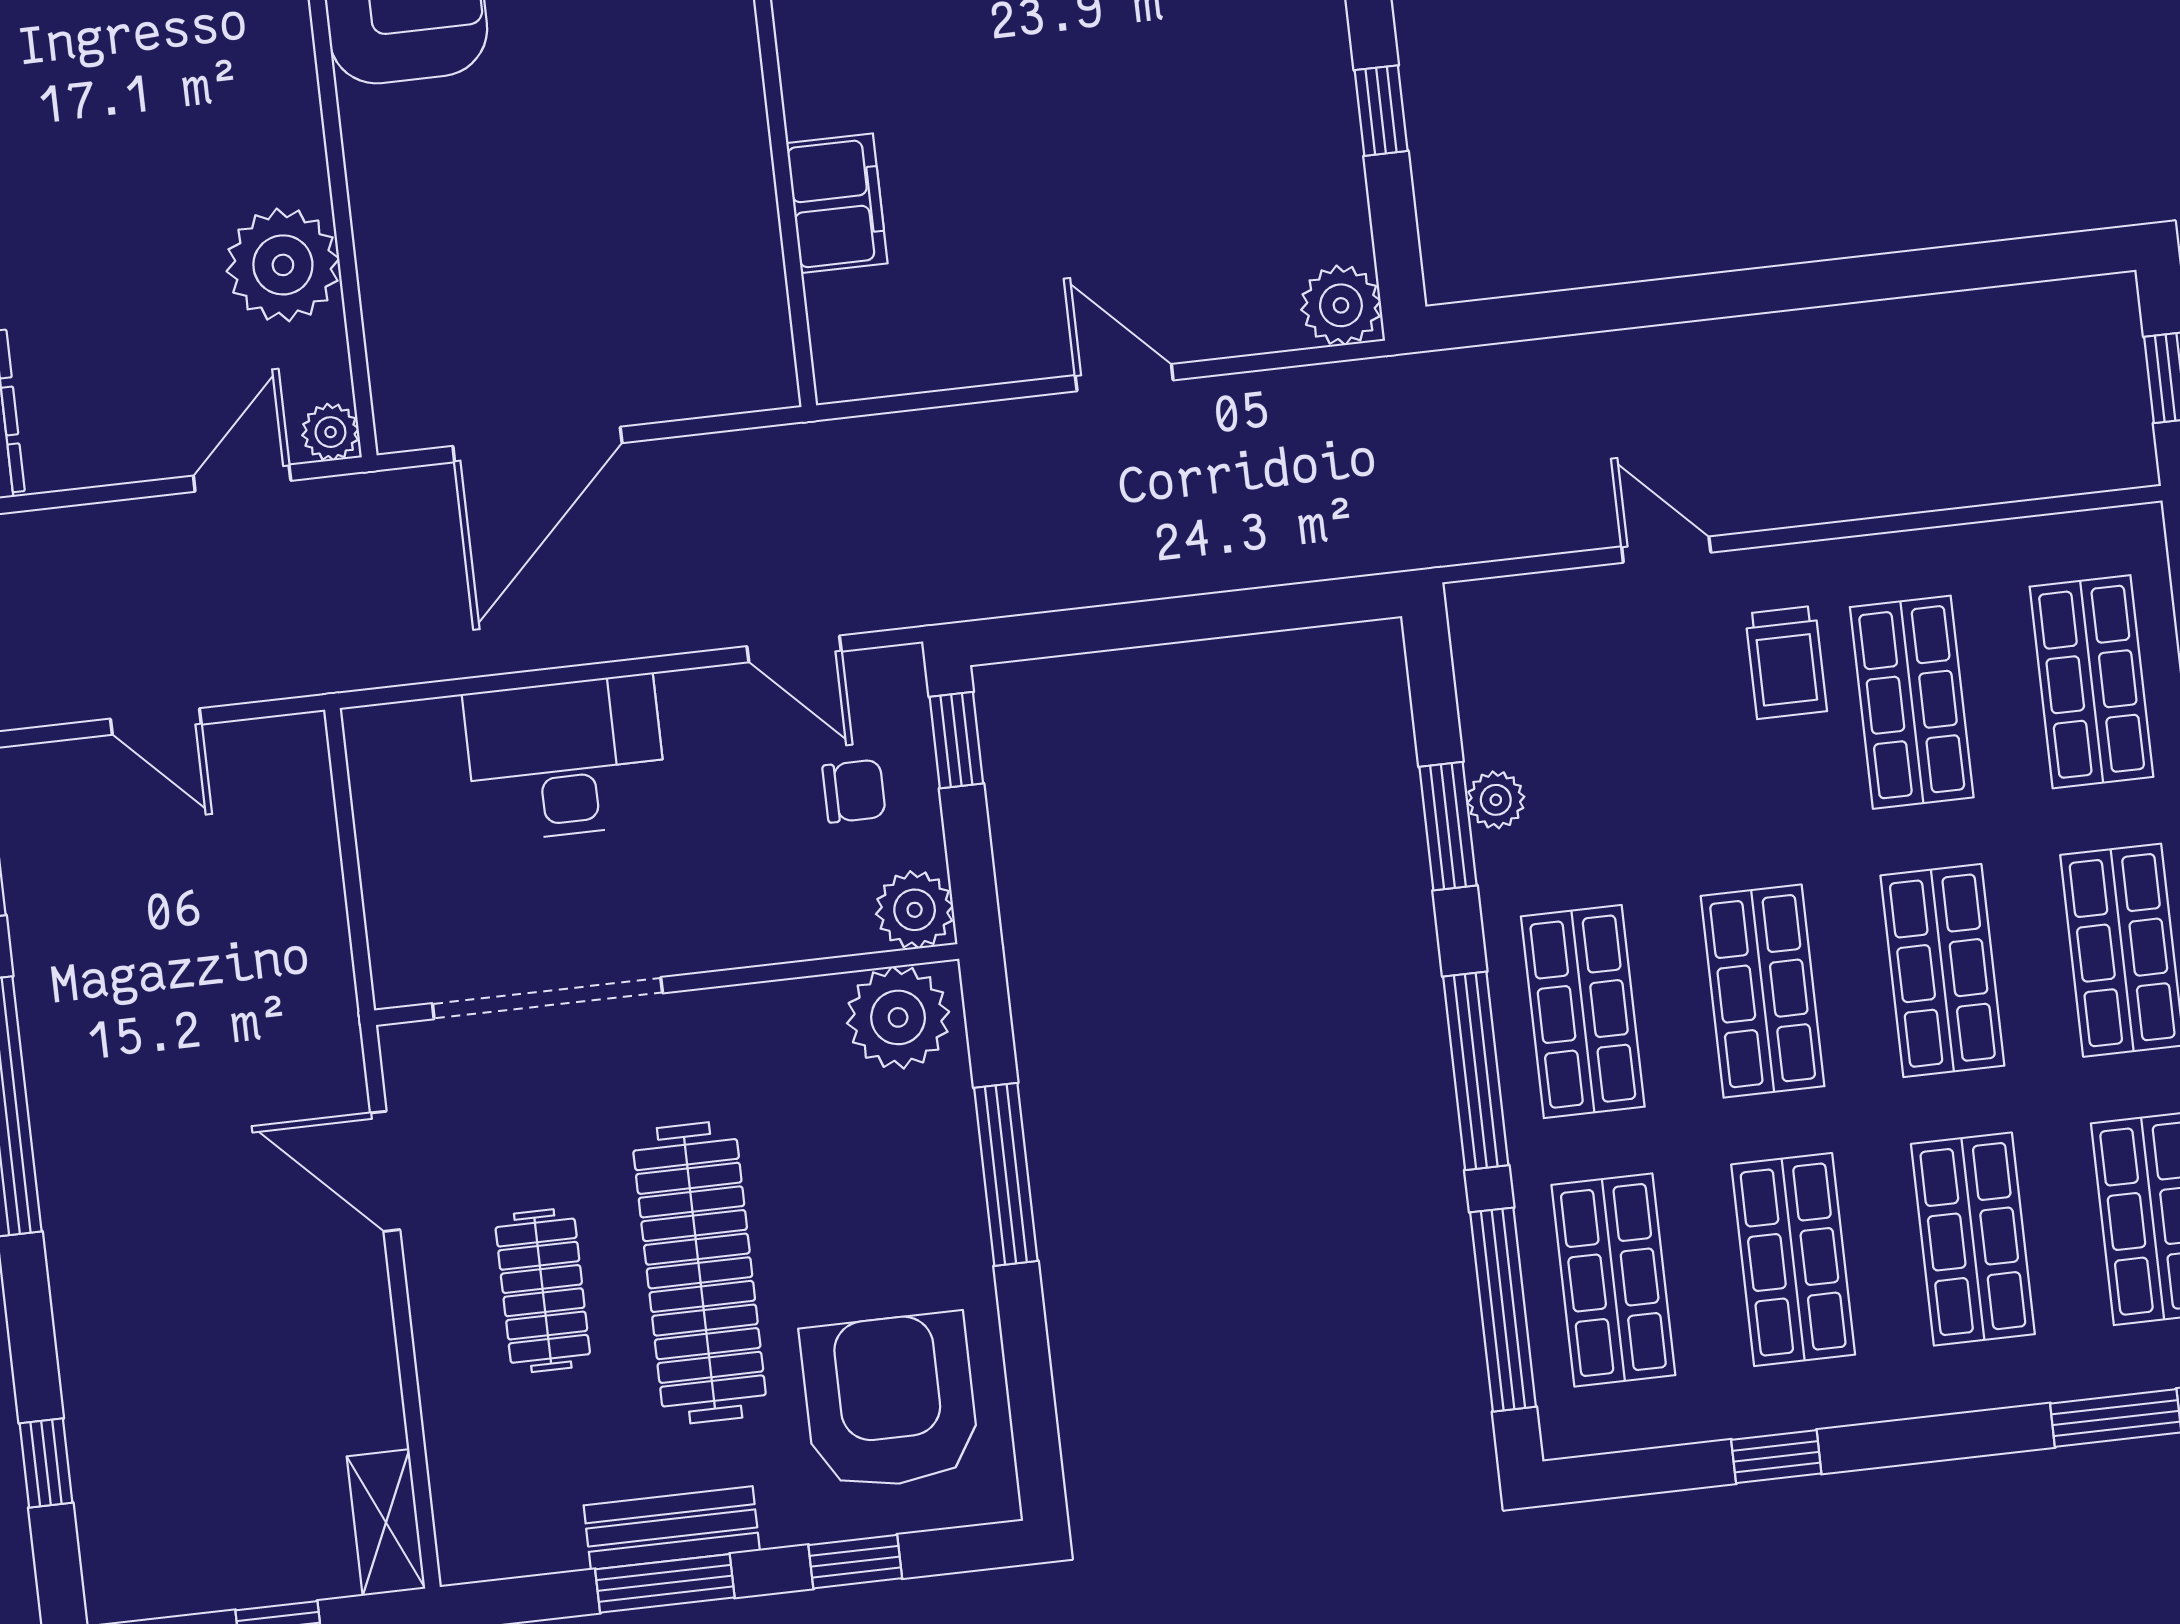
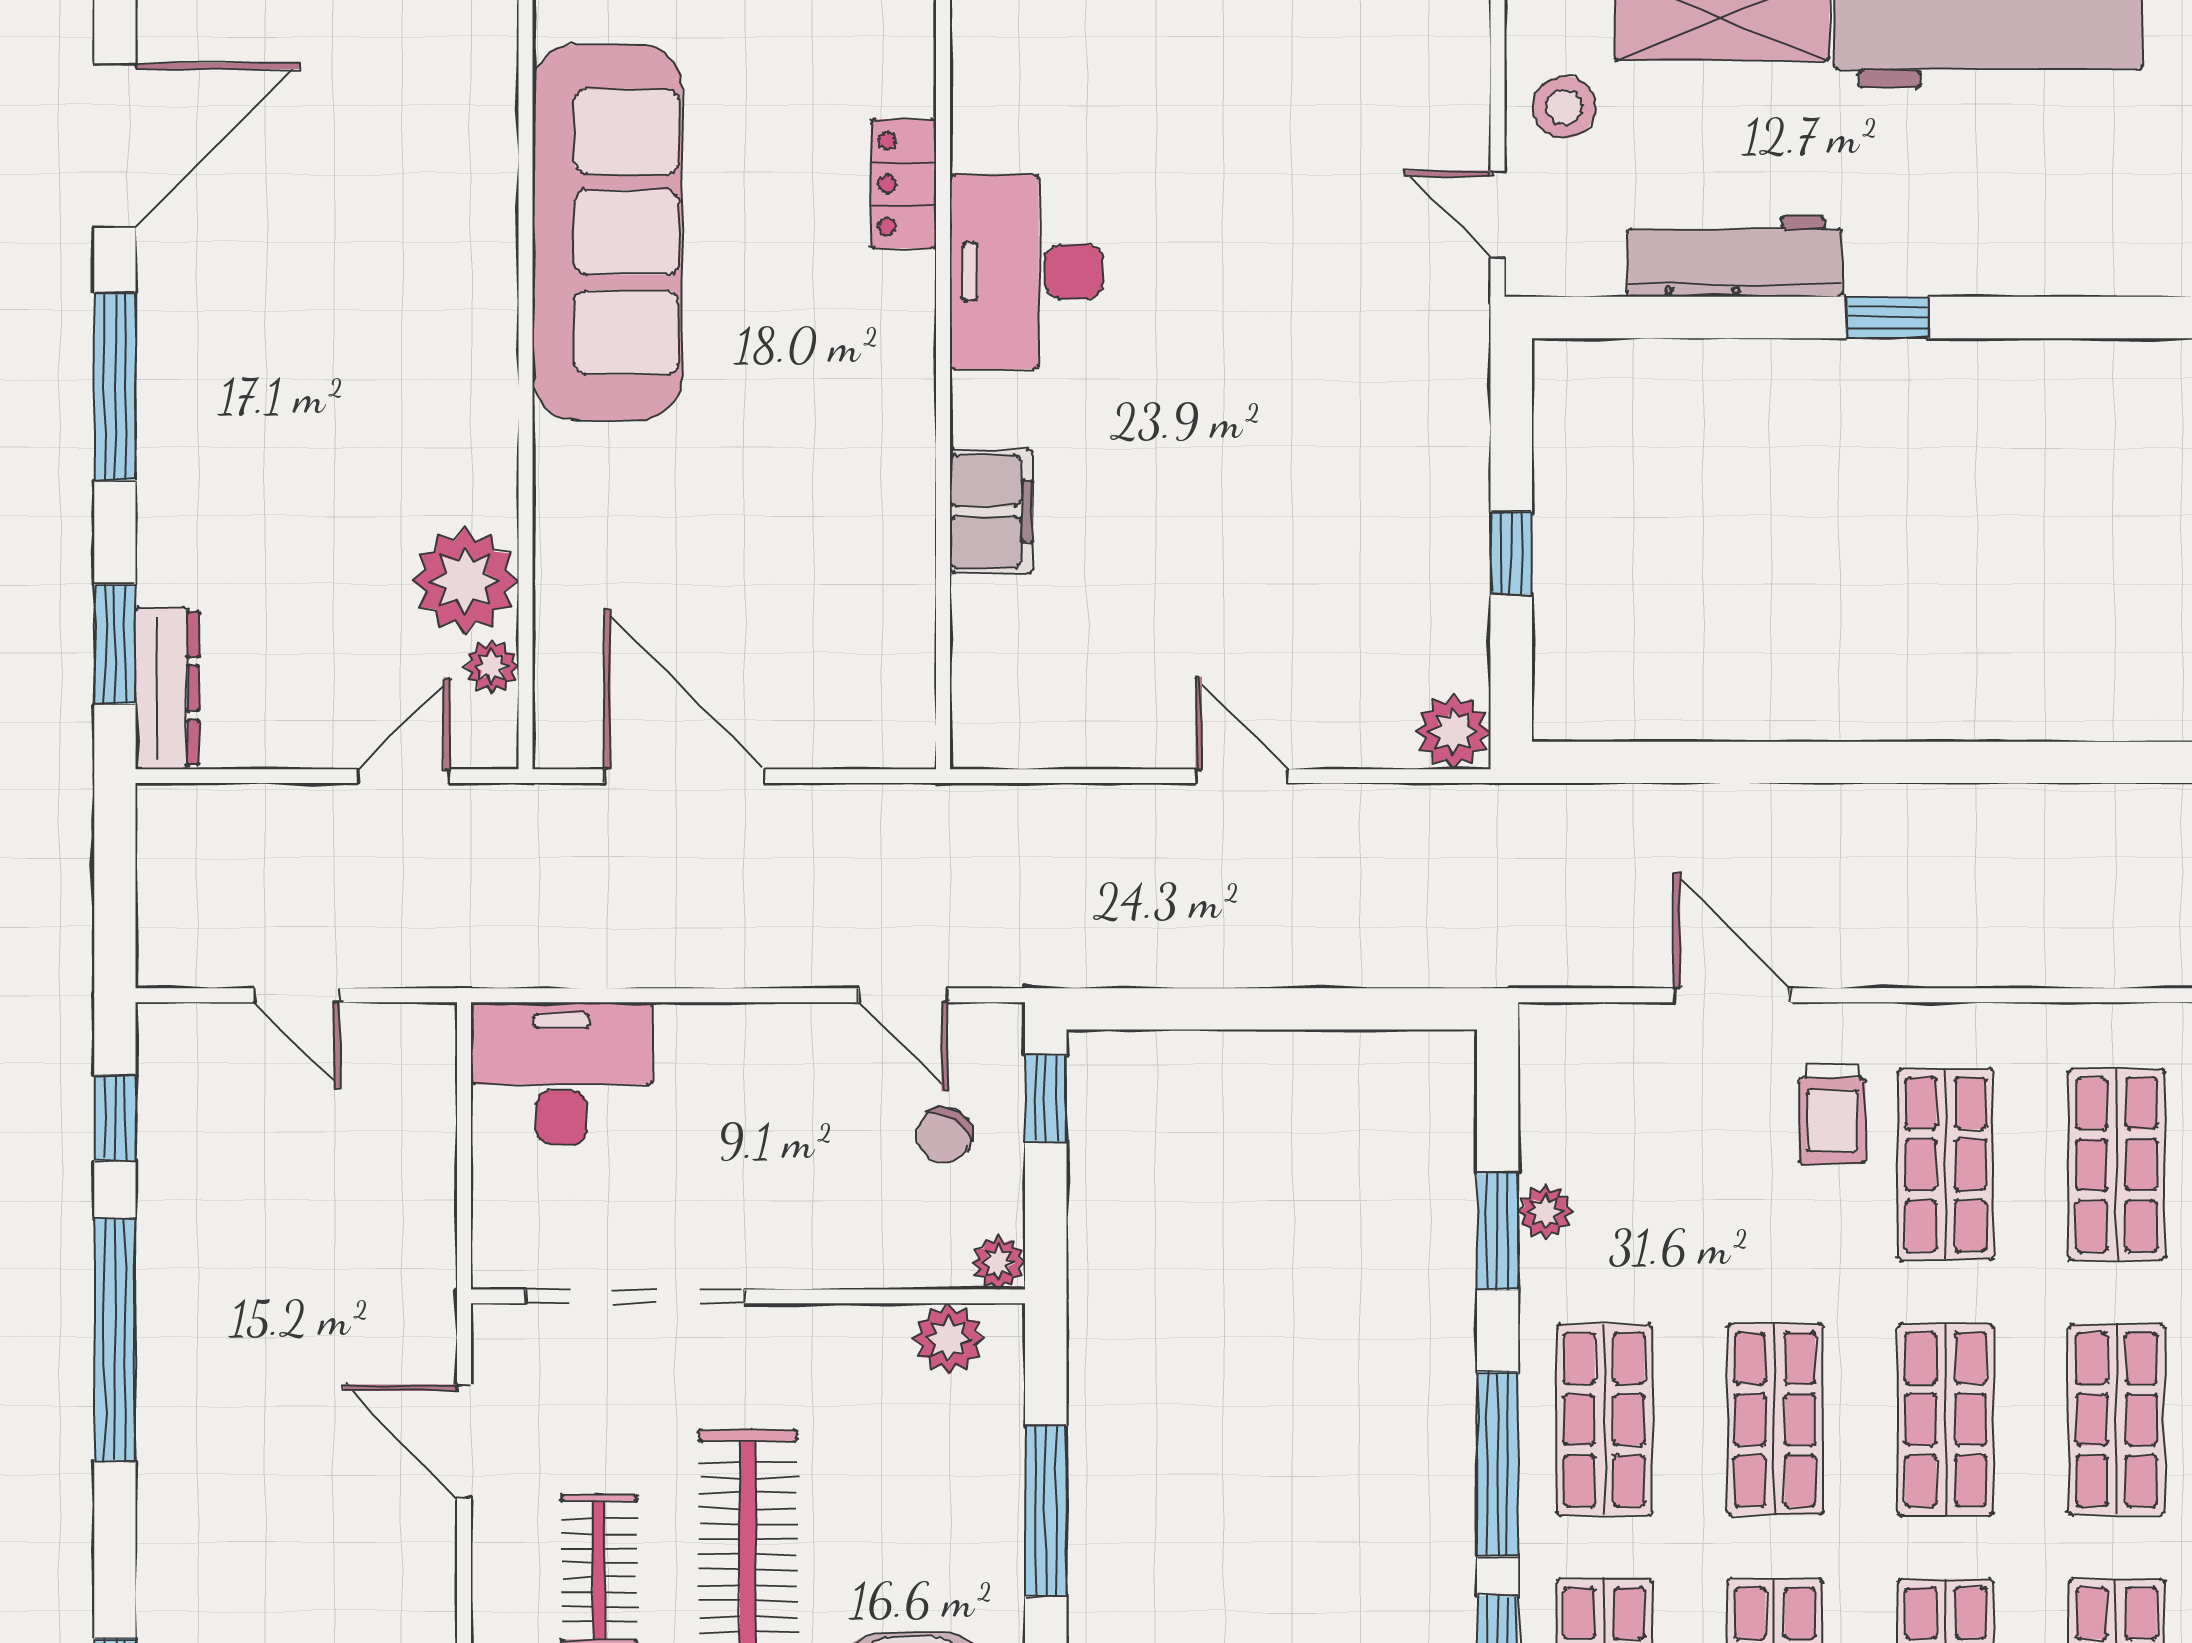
filing cabinet: (837, 203) -> (991, 511), moved
plant: (330, 432) -> (492, 667), moved
door: (537, 445) -> (684, 776), swing flipped
door: (1666, 550) -> (1732, 995), width x1.38
desk: (566, 758) -> (562, 1073), moved
chair: (854, 791) -> (944, 1135), turned 120
plant: (915, 910) -> (998, 1263), width x0.73, depth x0.73
plant: (898, 1017) -> (948, 1339), width x0.73, depth x0.73

